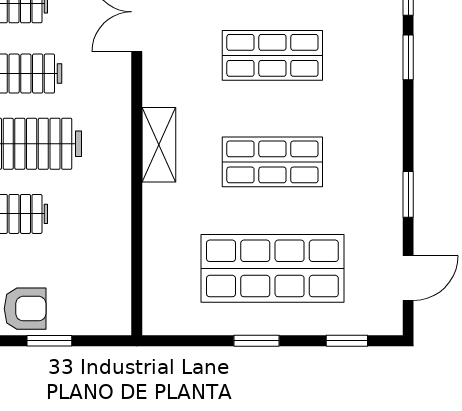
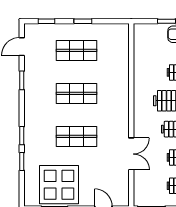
shelving: (159, 145) -> (122, 100), removed
shop shelf: (272, 268) -> (76, 50), width x0.70, depth x0.74

